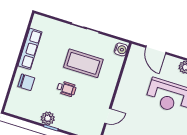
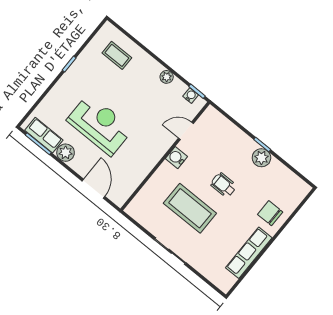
water cooler: (121, 49) -> (176, 158), moved

